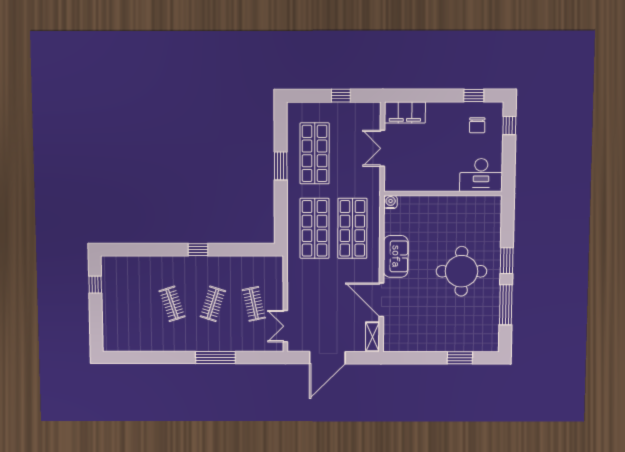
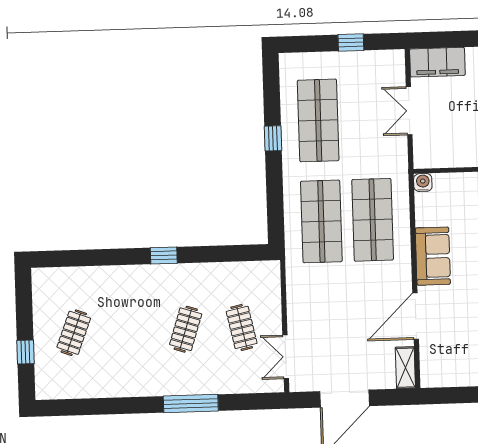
window: (281, 166) -> (273, 138), width x0.67
window: (95, 285) -> (26, 352), moved
door: (381, 300) -> (416, 316), hinge flipped
clothes rail: (172, 304) -> (74, 333), moved, turned 39

